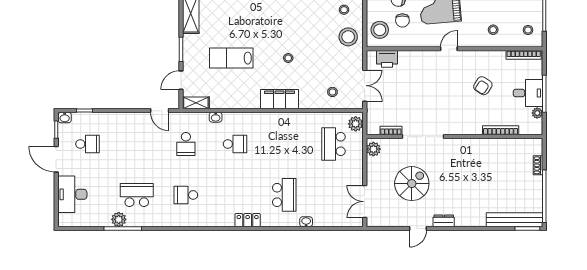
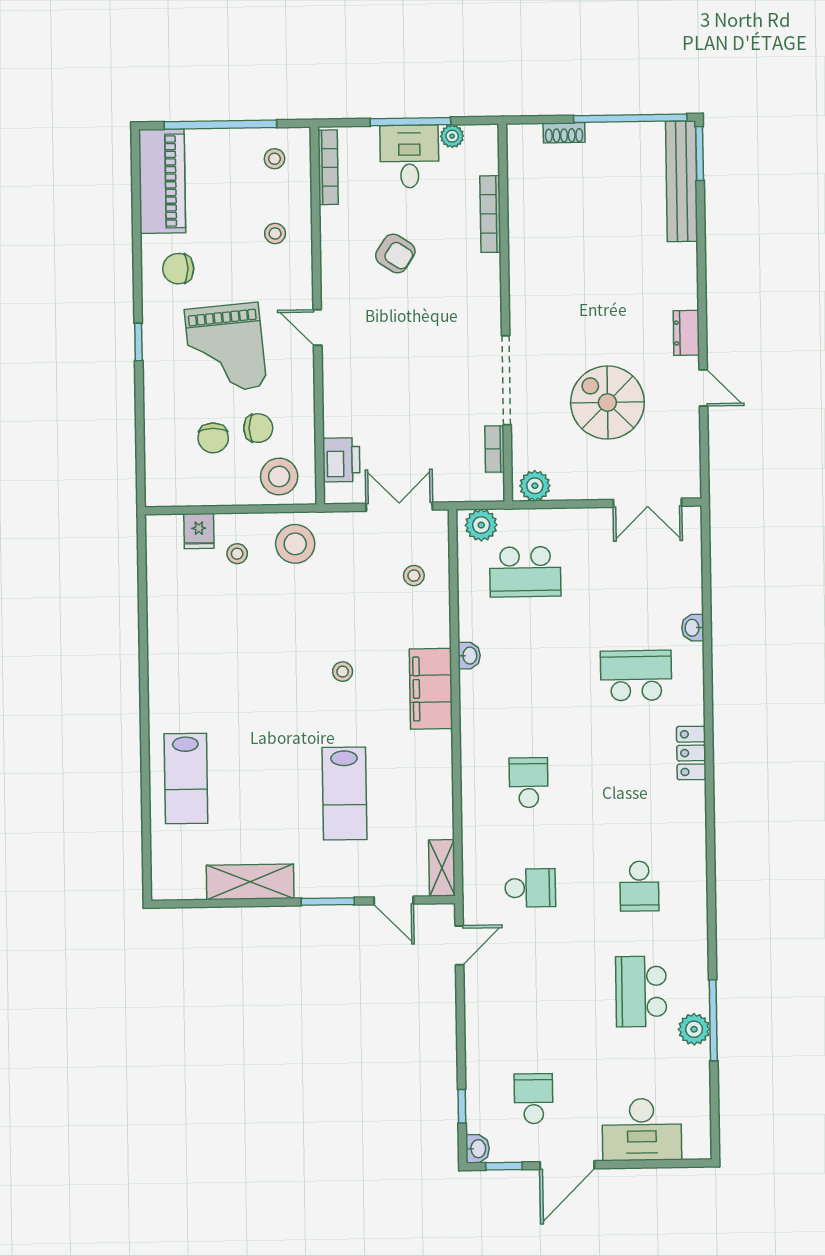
washbasin: (216, 117) -> (469, 656), moved

